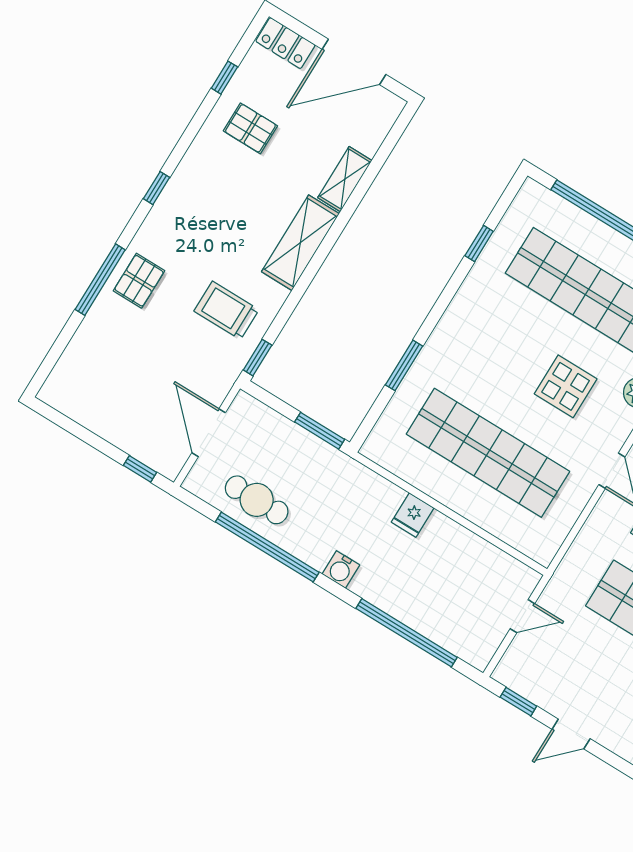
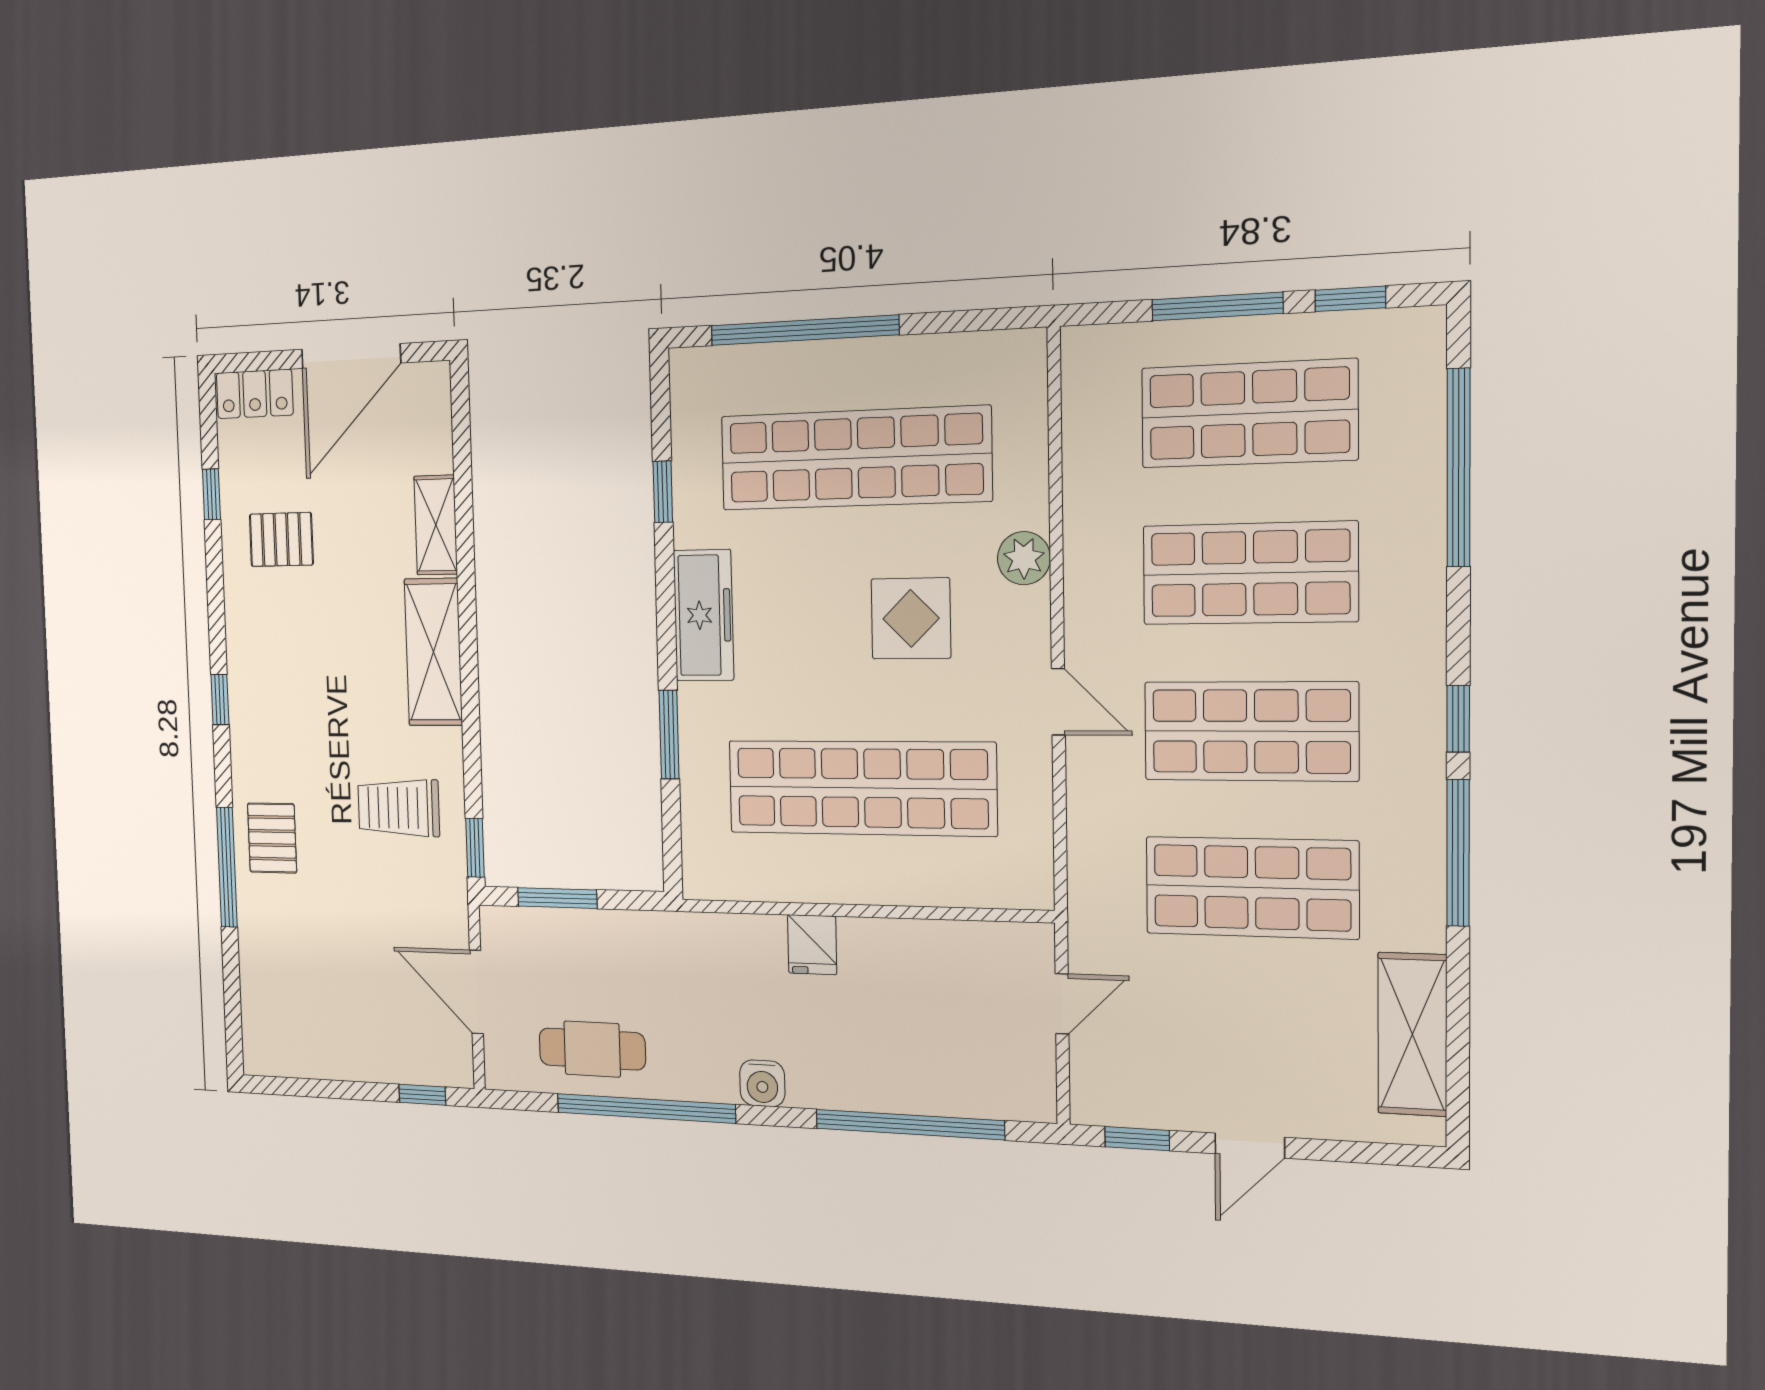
freezer: (461, 318) -> (704, 615), added
window: (320, 431) -> (557, 898), moved

